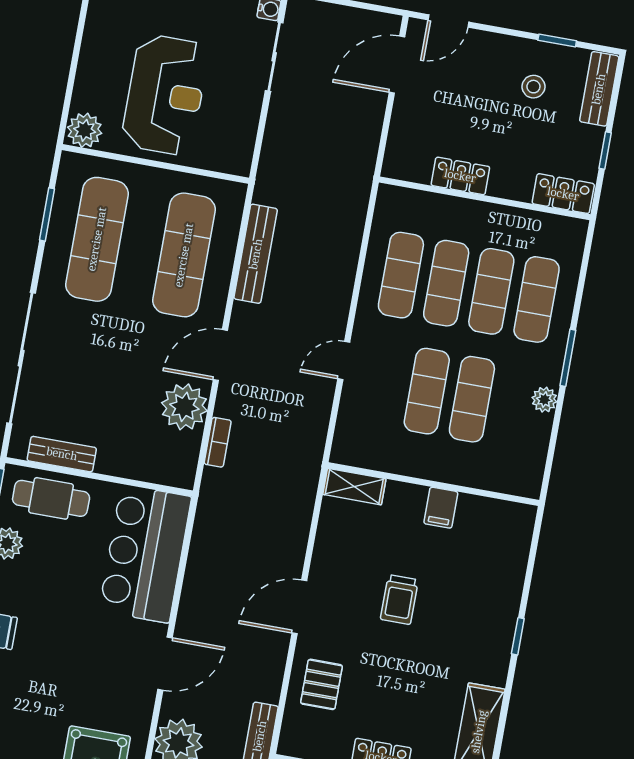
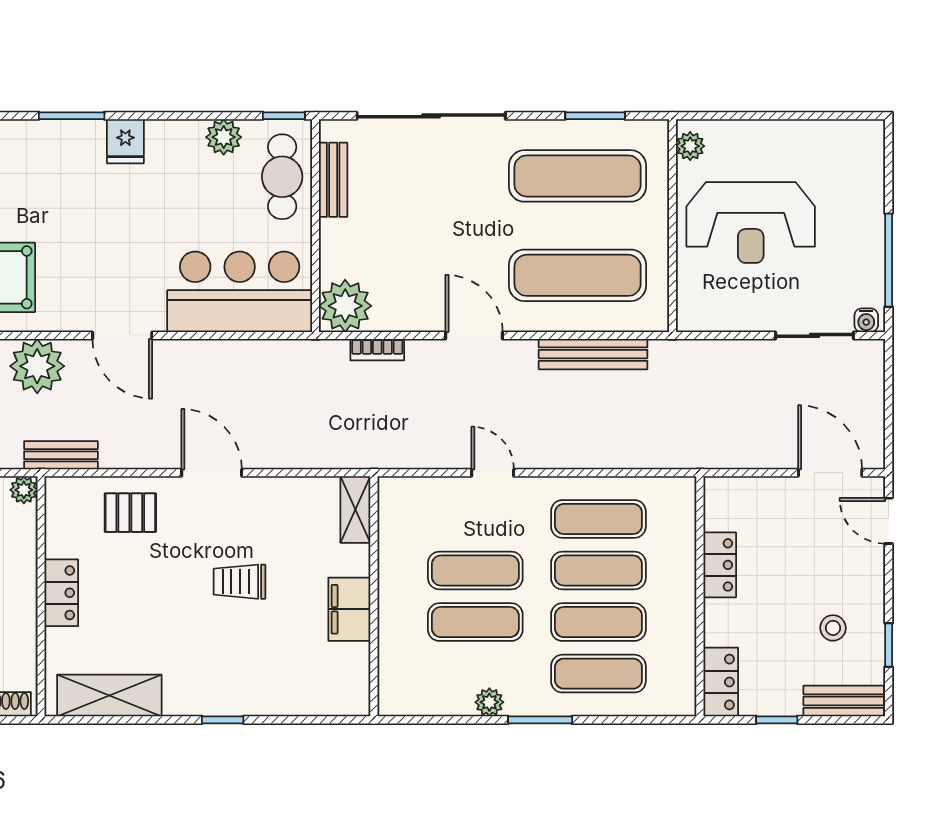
plant: (85, 130) -> (690, 146), width x0.73, depth x0.73
plant: (184, 407) -> (345, 306), moved
filing cabinet: (441, 508) -> (349, 609), width x2.00

